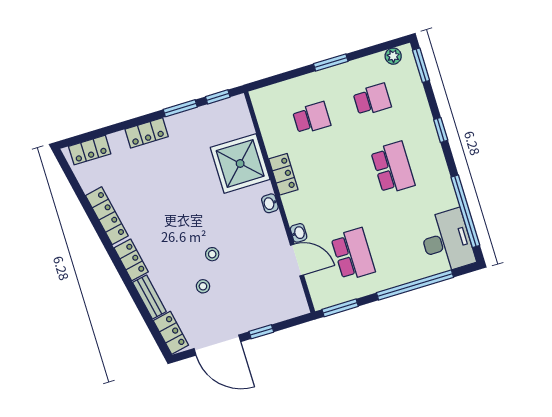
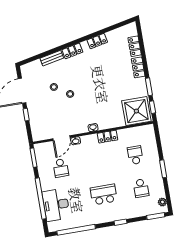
school desk: (312, 118) -> (135, 155), turned 180
locker: (90, 150) -> (135, 46), moved
shower: (240, 163) -> (136, 111), moved
school desk: (393, 168) -> (104, 195), turned 180
locker: (107, 216) -> (97, 41), width x0.66
desk: (447, 241) -> (56, 205), moved, turned 90
school desk: (353, 254) -> (61, 168), width x0.54
locker: (171, 333) -> (31, 67), removed

